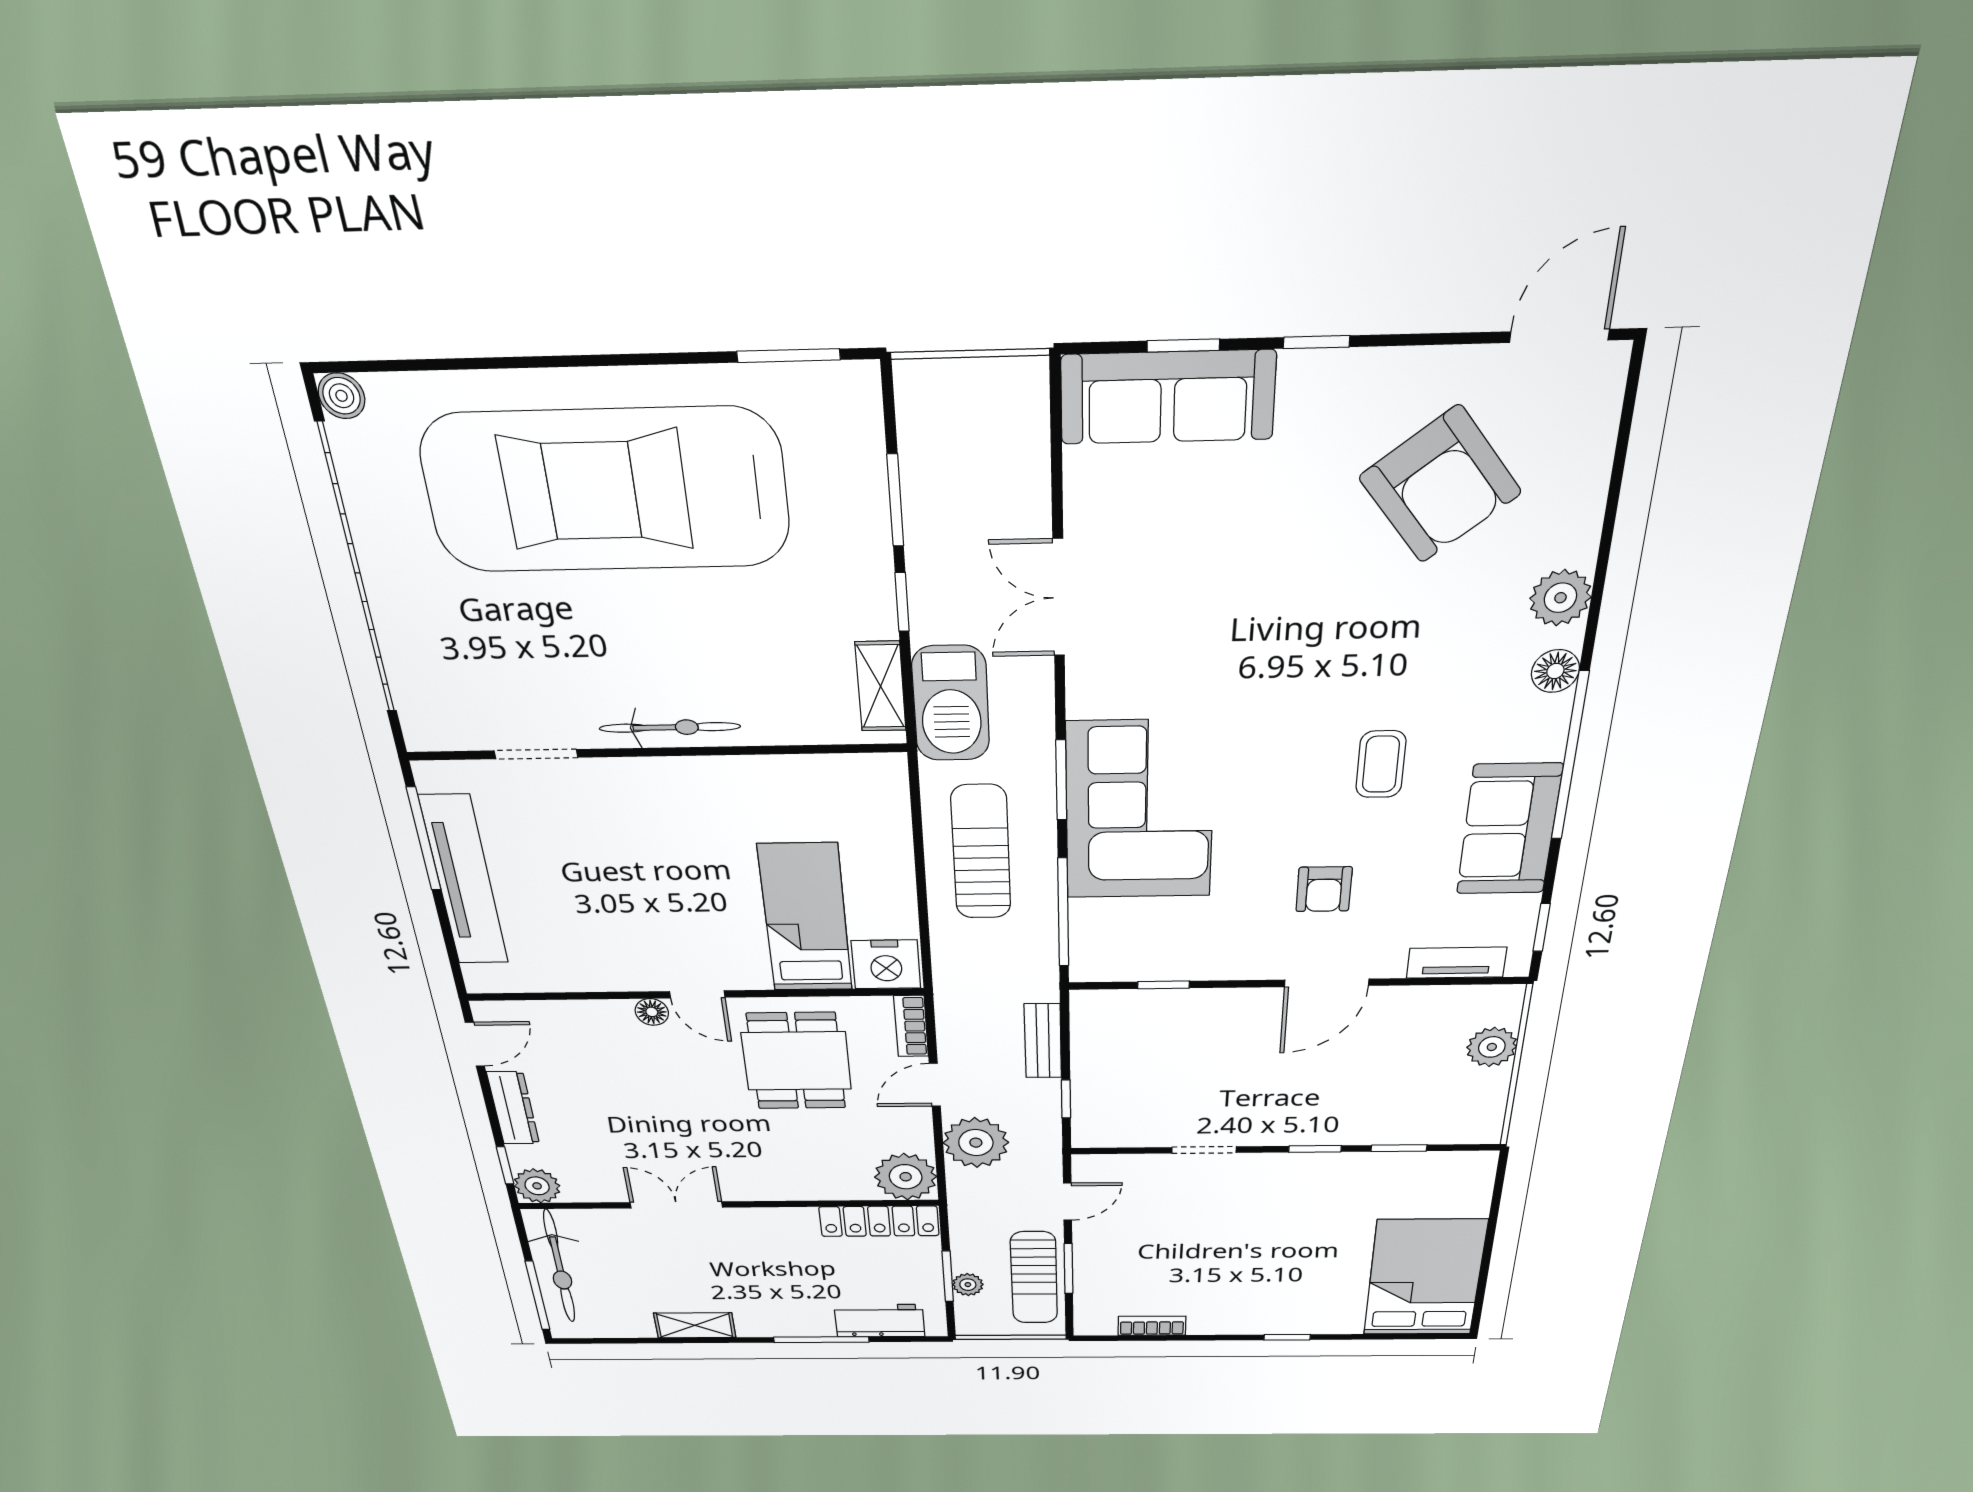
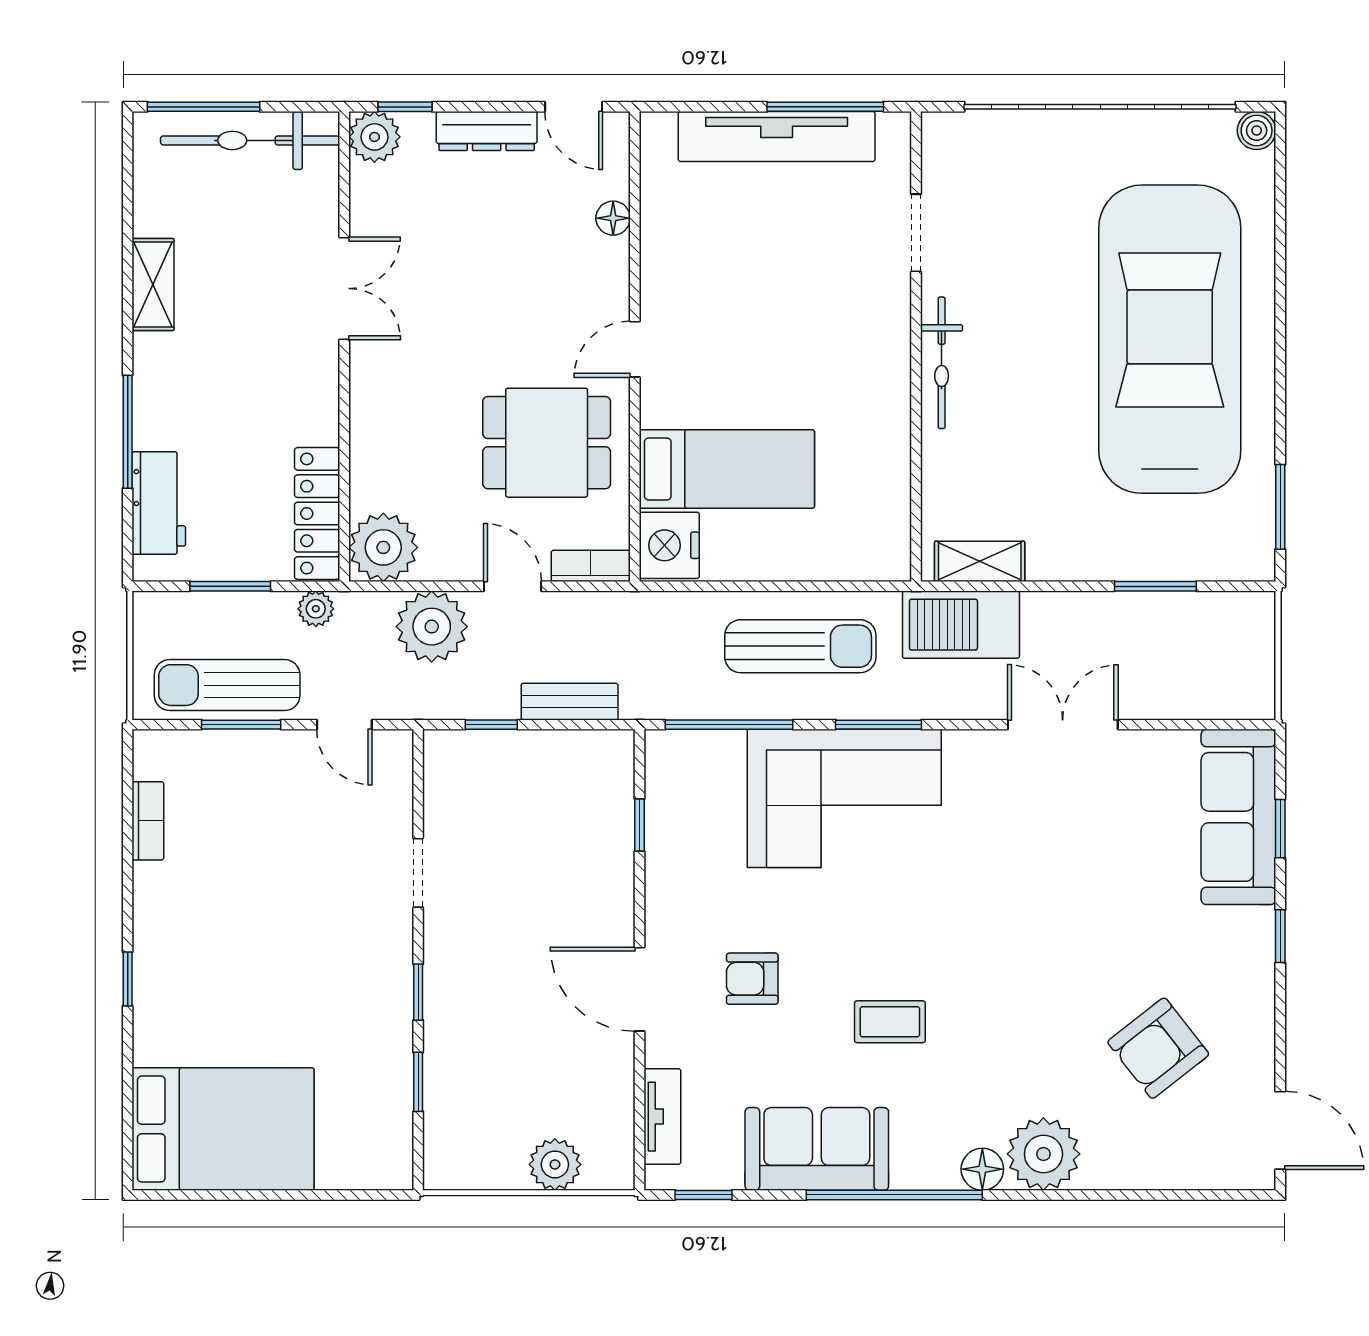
armchair: (1440, 485) -> (1158, 1048), width x0.73, depth x0.73
plant: (1560, 598) -> (1043, 1154), width x1.36, depth x1.36
window: (902, 602) -> (1062, 586), removed
floor lamp: (652, 1012) -> (613, 218), moved
plant: (968, 1285) -> (316, 609), moved

